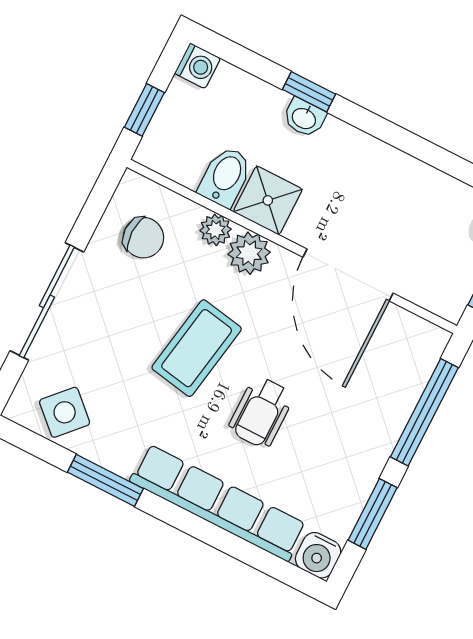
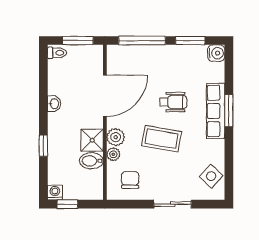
window: (144, 110) -> (67, 204), moved
washbasin: (304, 118) -> (54, 104), moved
sliding door: (47, 301) -> (173, 204), width x0.73
window: (105, 480) -> (229, 111), moved
row of seats: (218, 503) -> (216, 111), width x0.73

